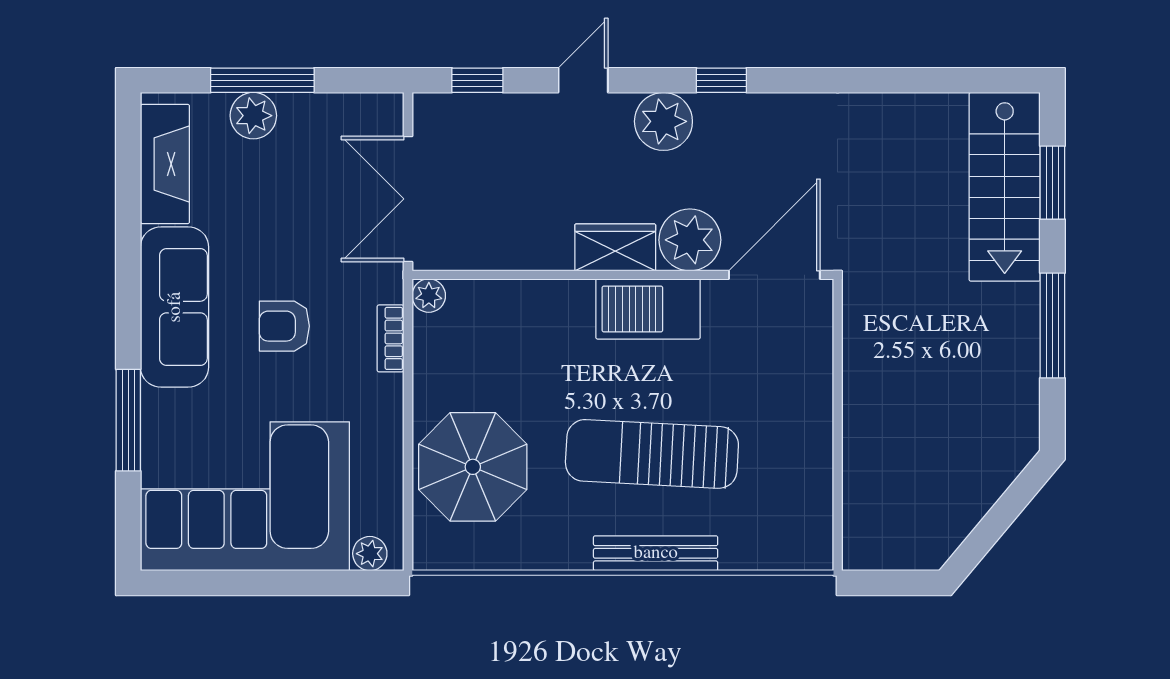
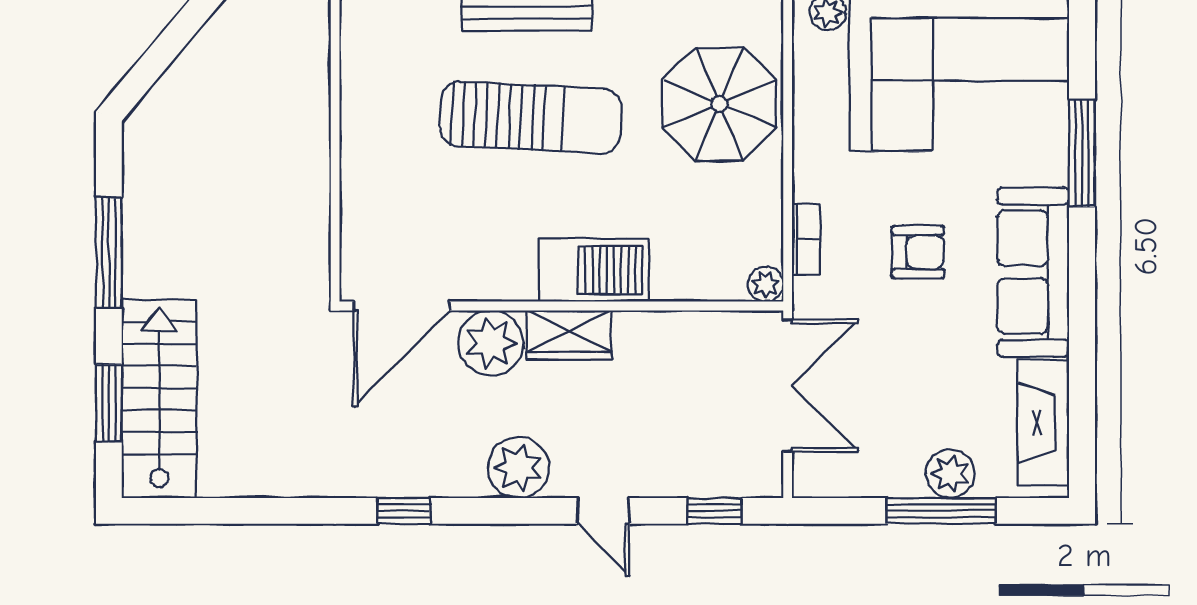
door: (583, 80) -> (603, 511), hinge flipped
window: (721, 80) -> (404, 511), moved
barbecue: (648, 309) -> (594, 270), moved

